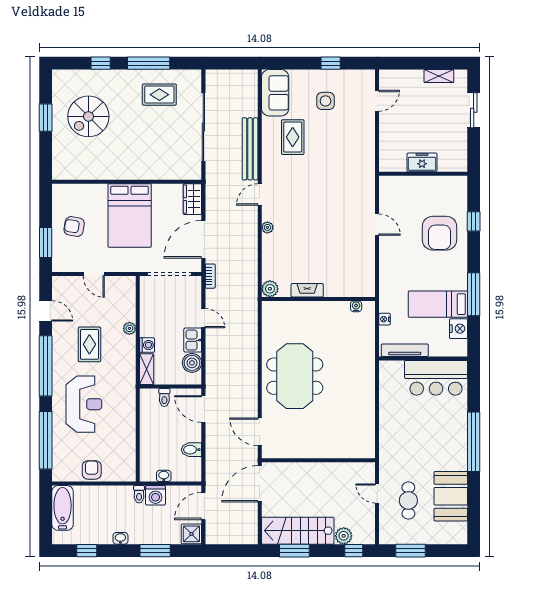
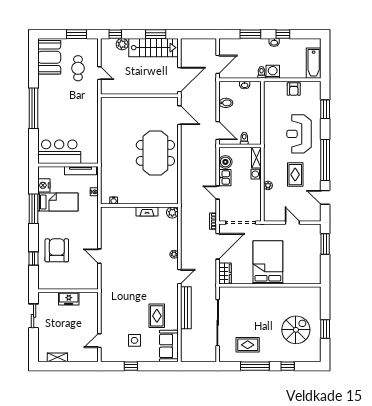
sliding door: (474, 110) -> (34, 316), moved
armchair: (74, 227) -> (306, 255), removed
window: (46, 440) -> (325, 109), width x0.47
washing machine: (155, 495) -> (273, 72), moved
booth: (451, 496) -> (49, 57), moved
shower: (191, 534) -> (226, 46), removed
window: (87, 551) -> (283, 34), moved

